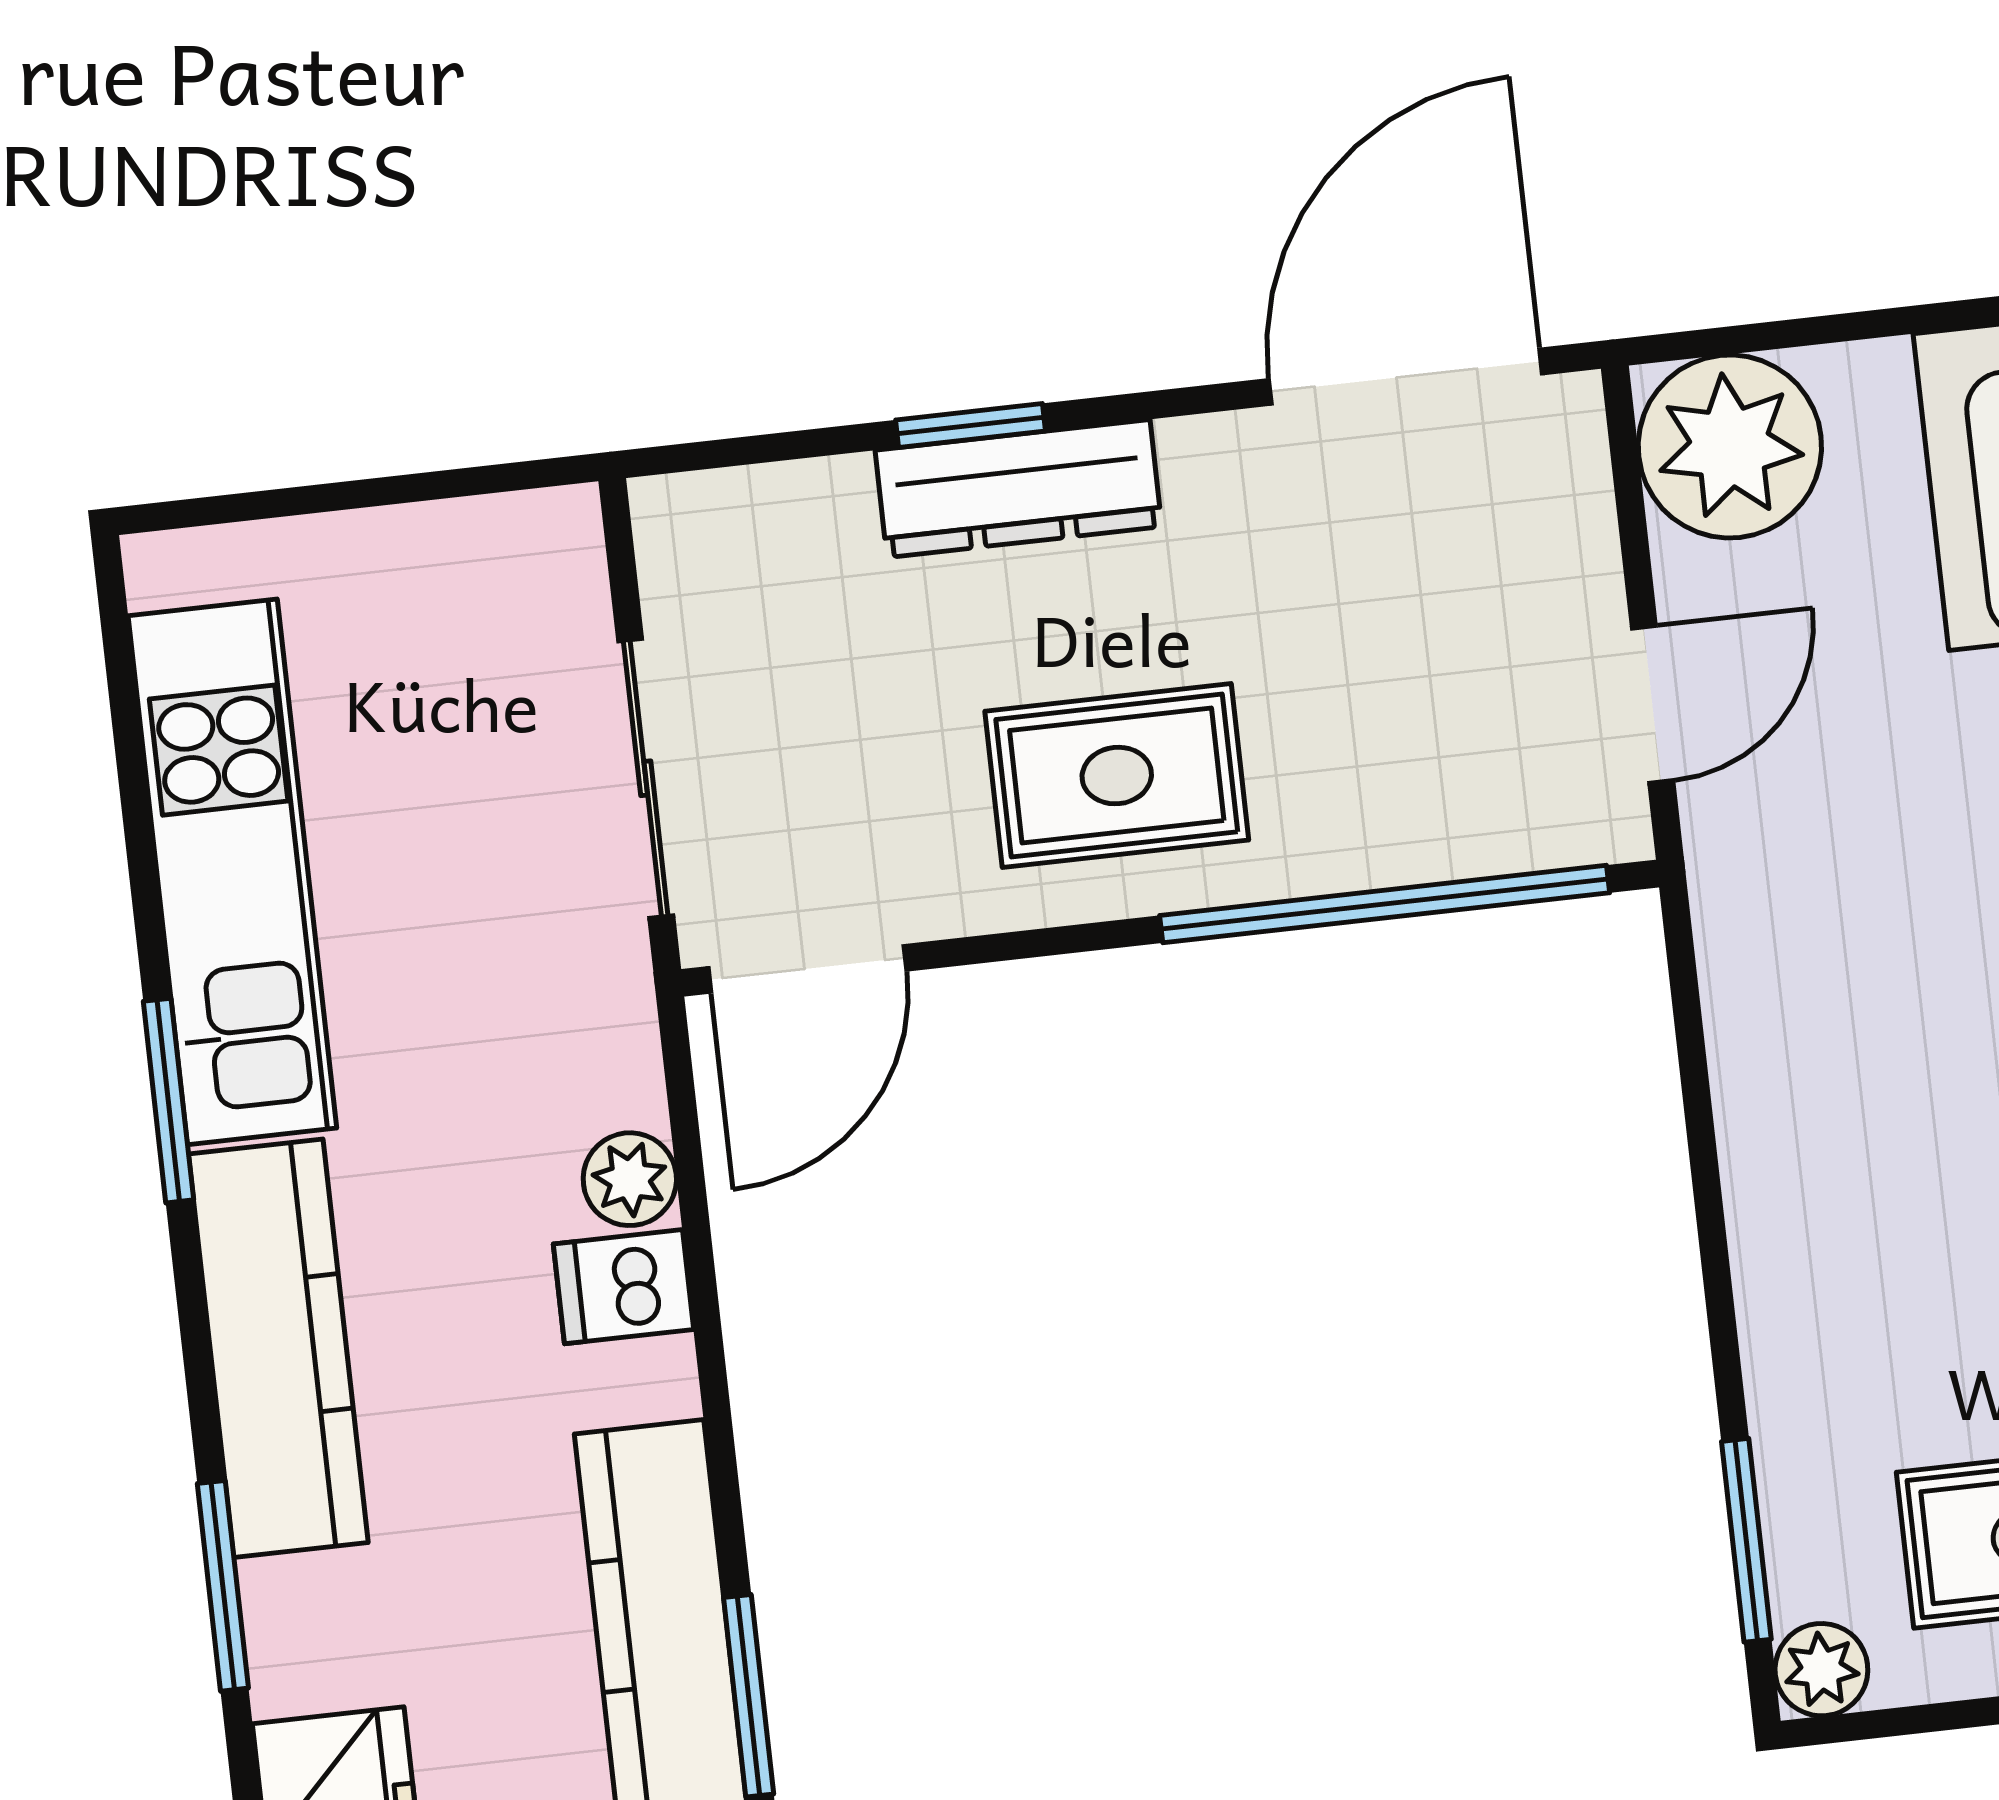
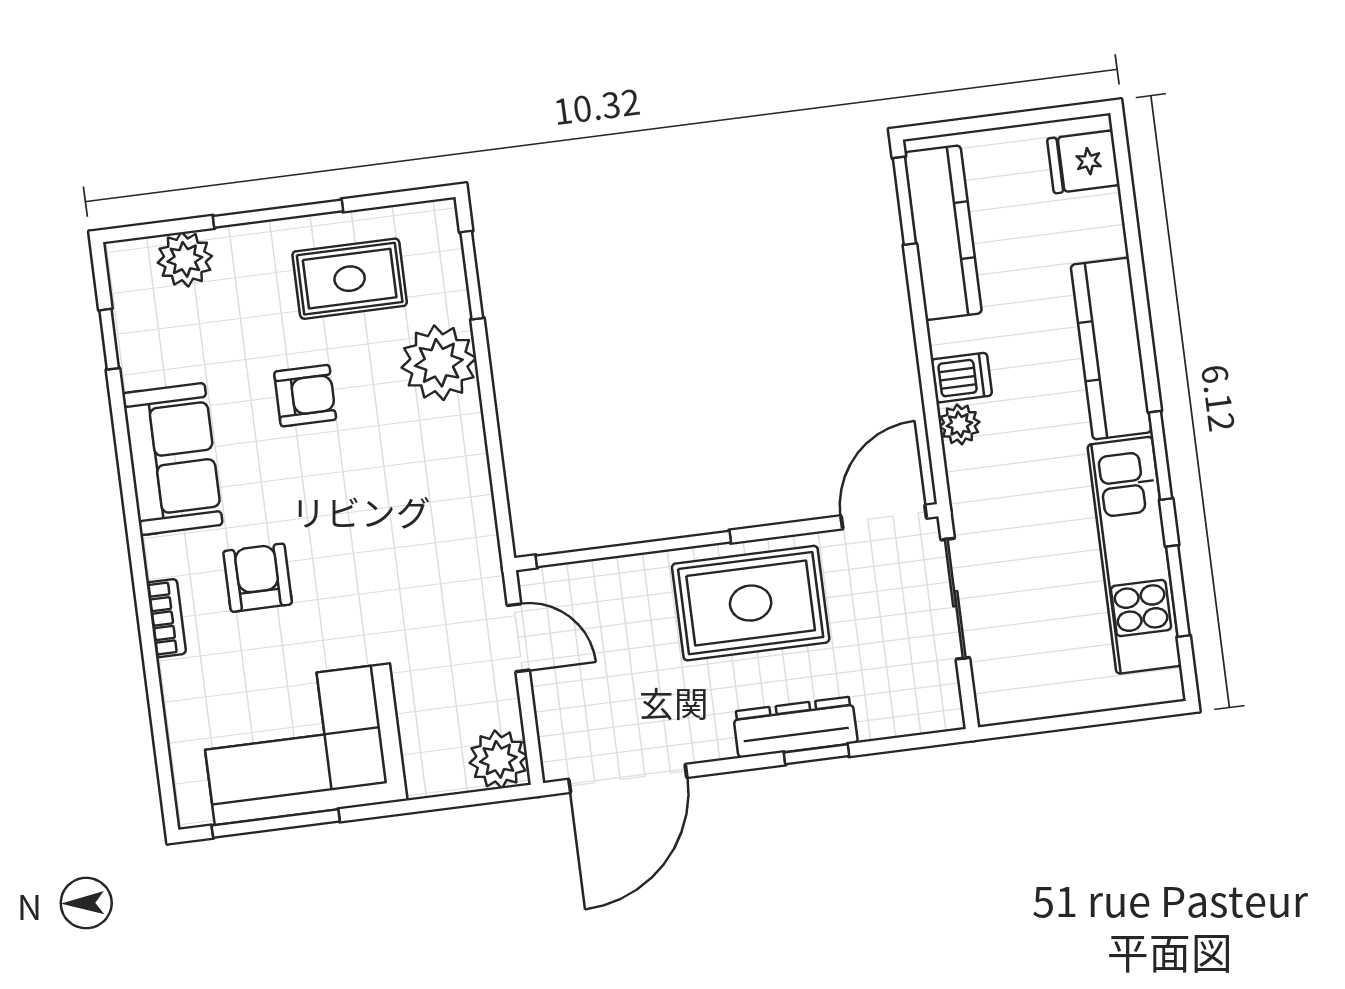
plant: (1730, 446) -> (498, 759), width x0.73, depth x0.73
door: (1653, 704) -> (518, 638), swing flipped
rug: (1117, 776) -> (751, 603), width x1.36, depth x1.43
window: (223, 1586) -> (1178, 591), moved
plant: (1821, 1670) -> (439, 363), moved, width x1.88, depth x1.88

